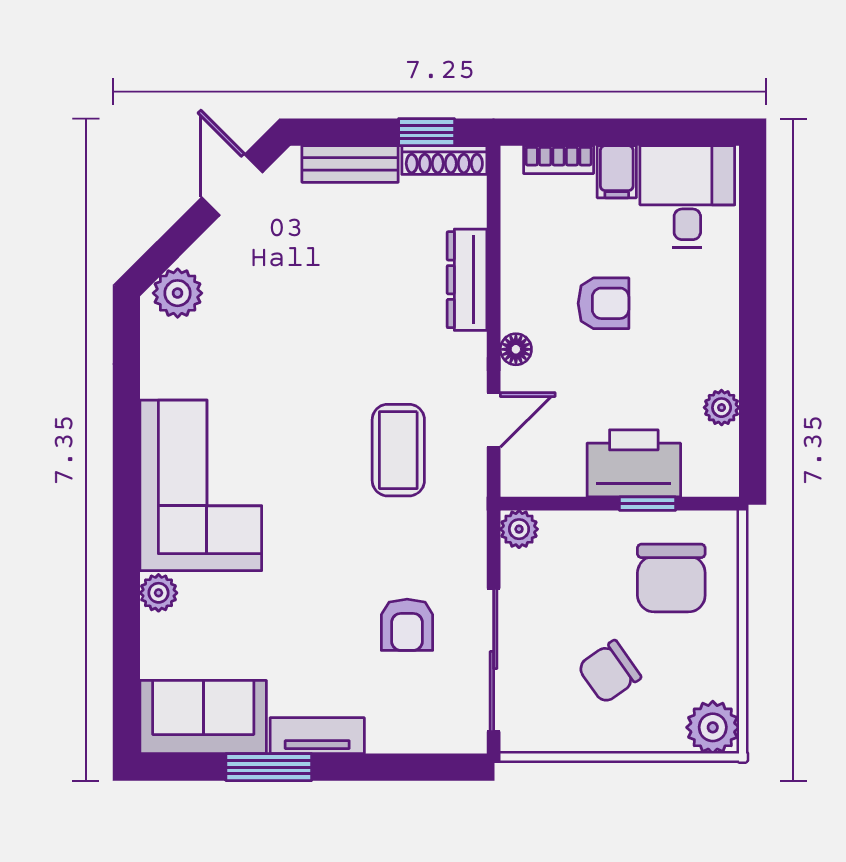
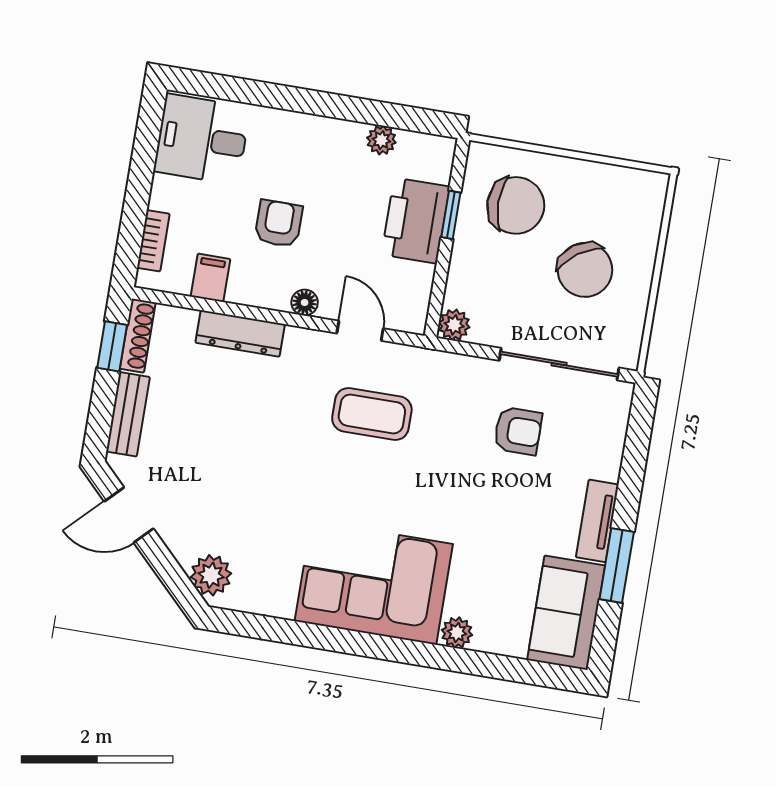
filing cabinet: (617, 172) -> (210, 278), moved, turned -90
chair: (609, 672) -> (585, 270), width x1.37, depth x1.37
plant: (713, 727) -> (645, 192), removed

